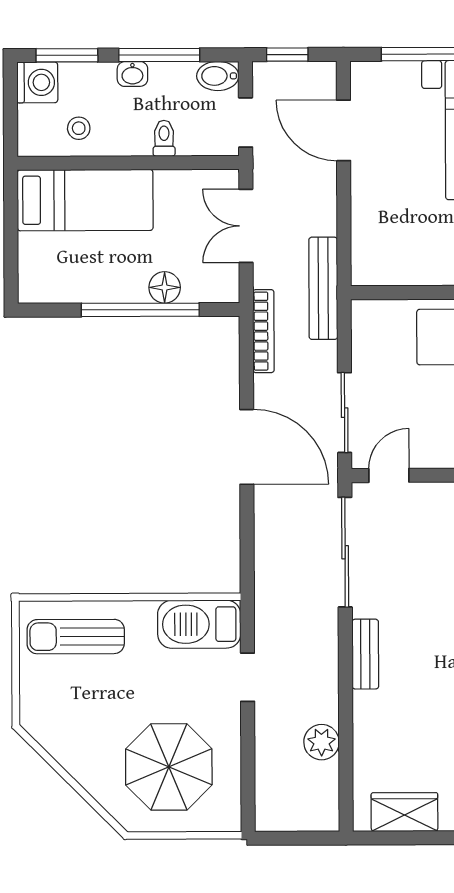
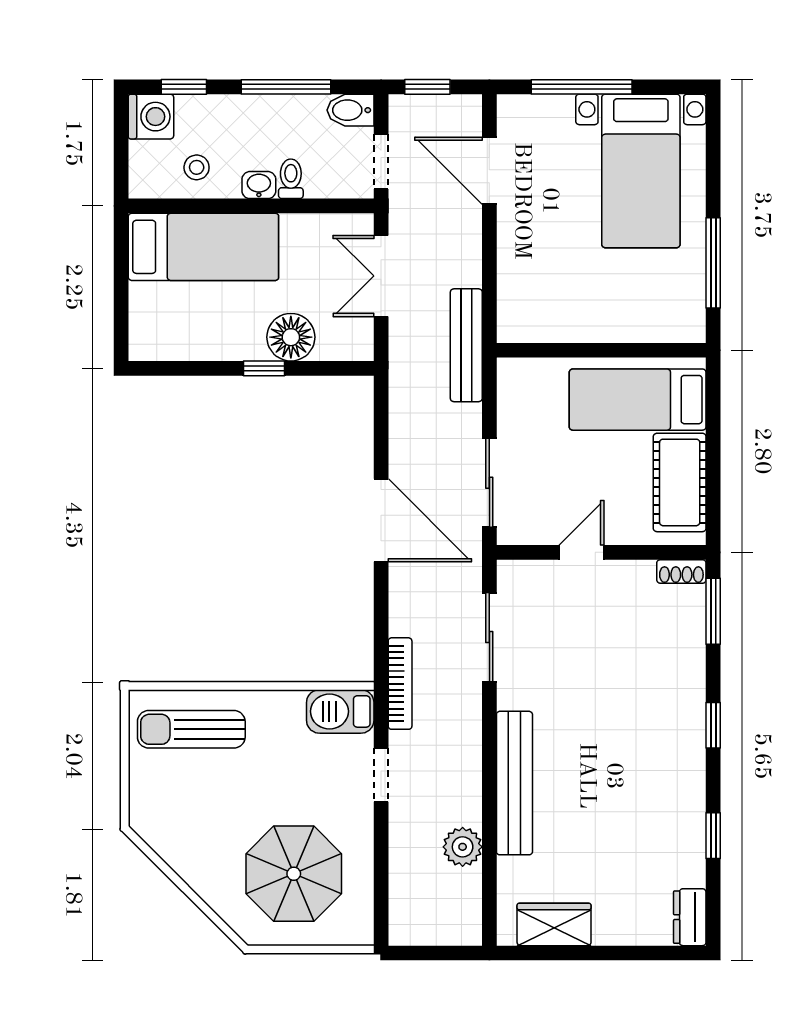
window: (67, 55) -> (184, 87), width x0.67
washbasin: (132, 74) -> (259, 185), moved, turned 180
floor lamp: (165, 287) -> (291, 337), width x1.38, depth x1.38
window: (140, 310) -> (264, 368), width x0.32
bookcase: (263, 331) -> (400, 684), moved
door: (389, 475) -> (581, 552), moved
sliding door: (345, 552) -> (489, 637), width x0.73
barbecue: (199, 624) -> (340, 711), width x0.73, depth x0.83
bench: (365, 654) -> (514, 783), width x1.86, depth x1.21

